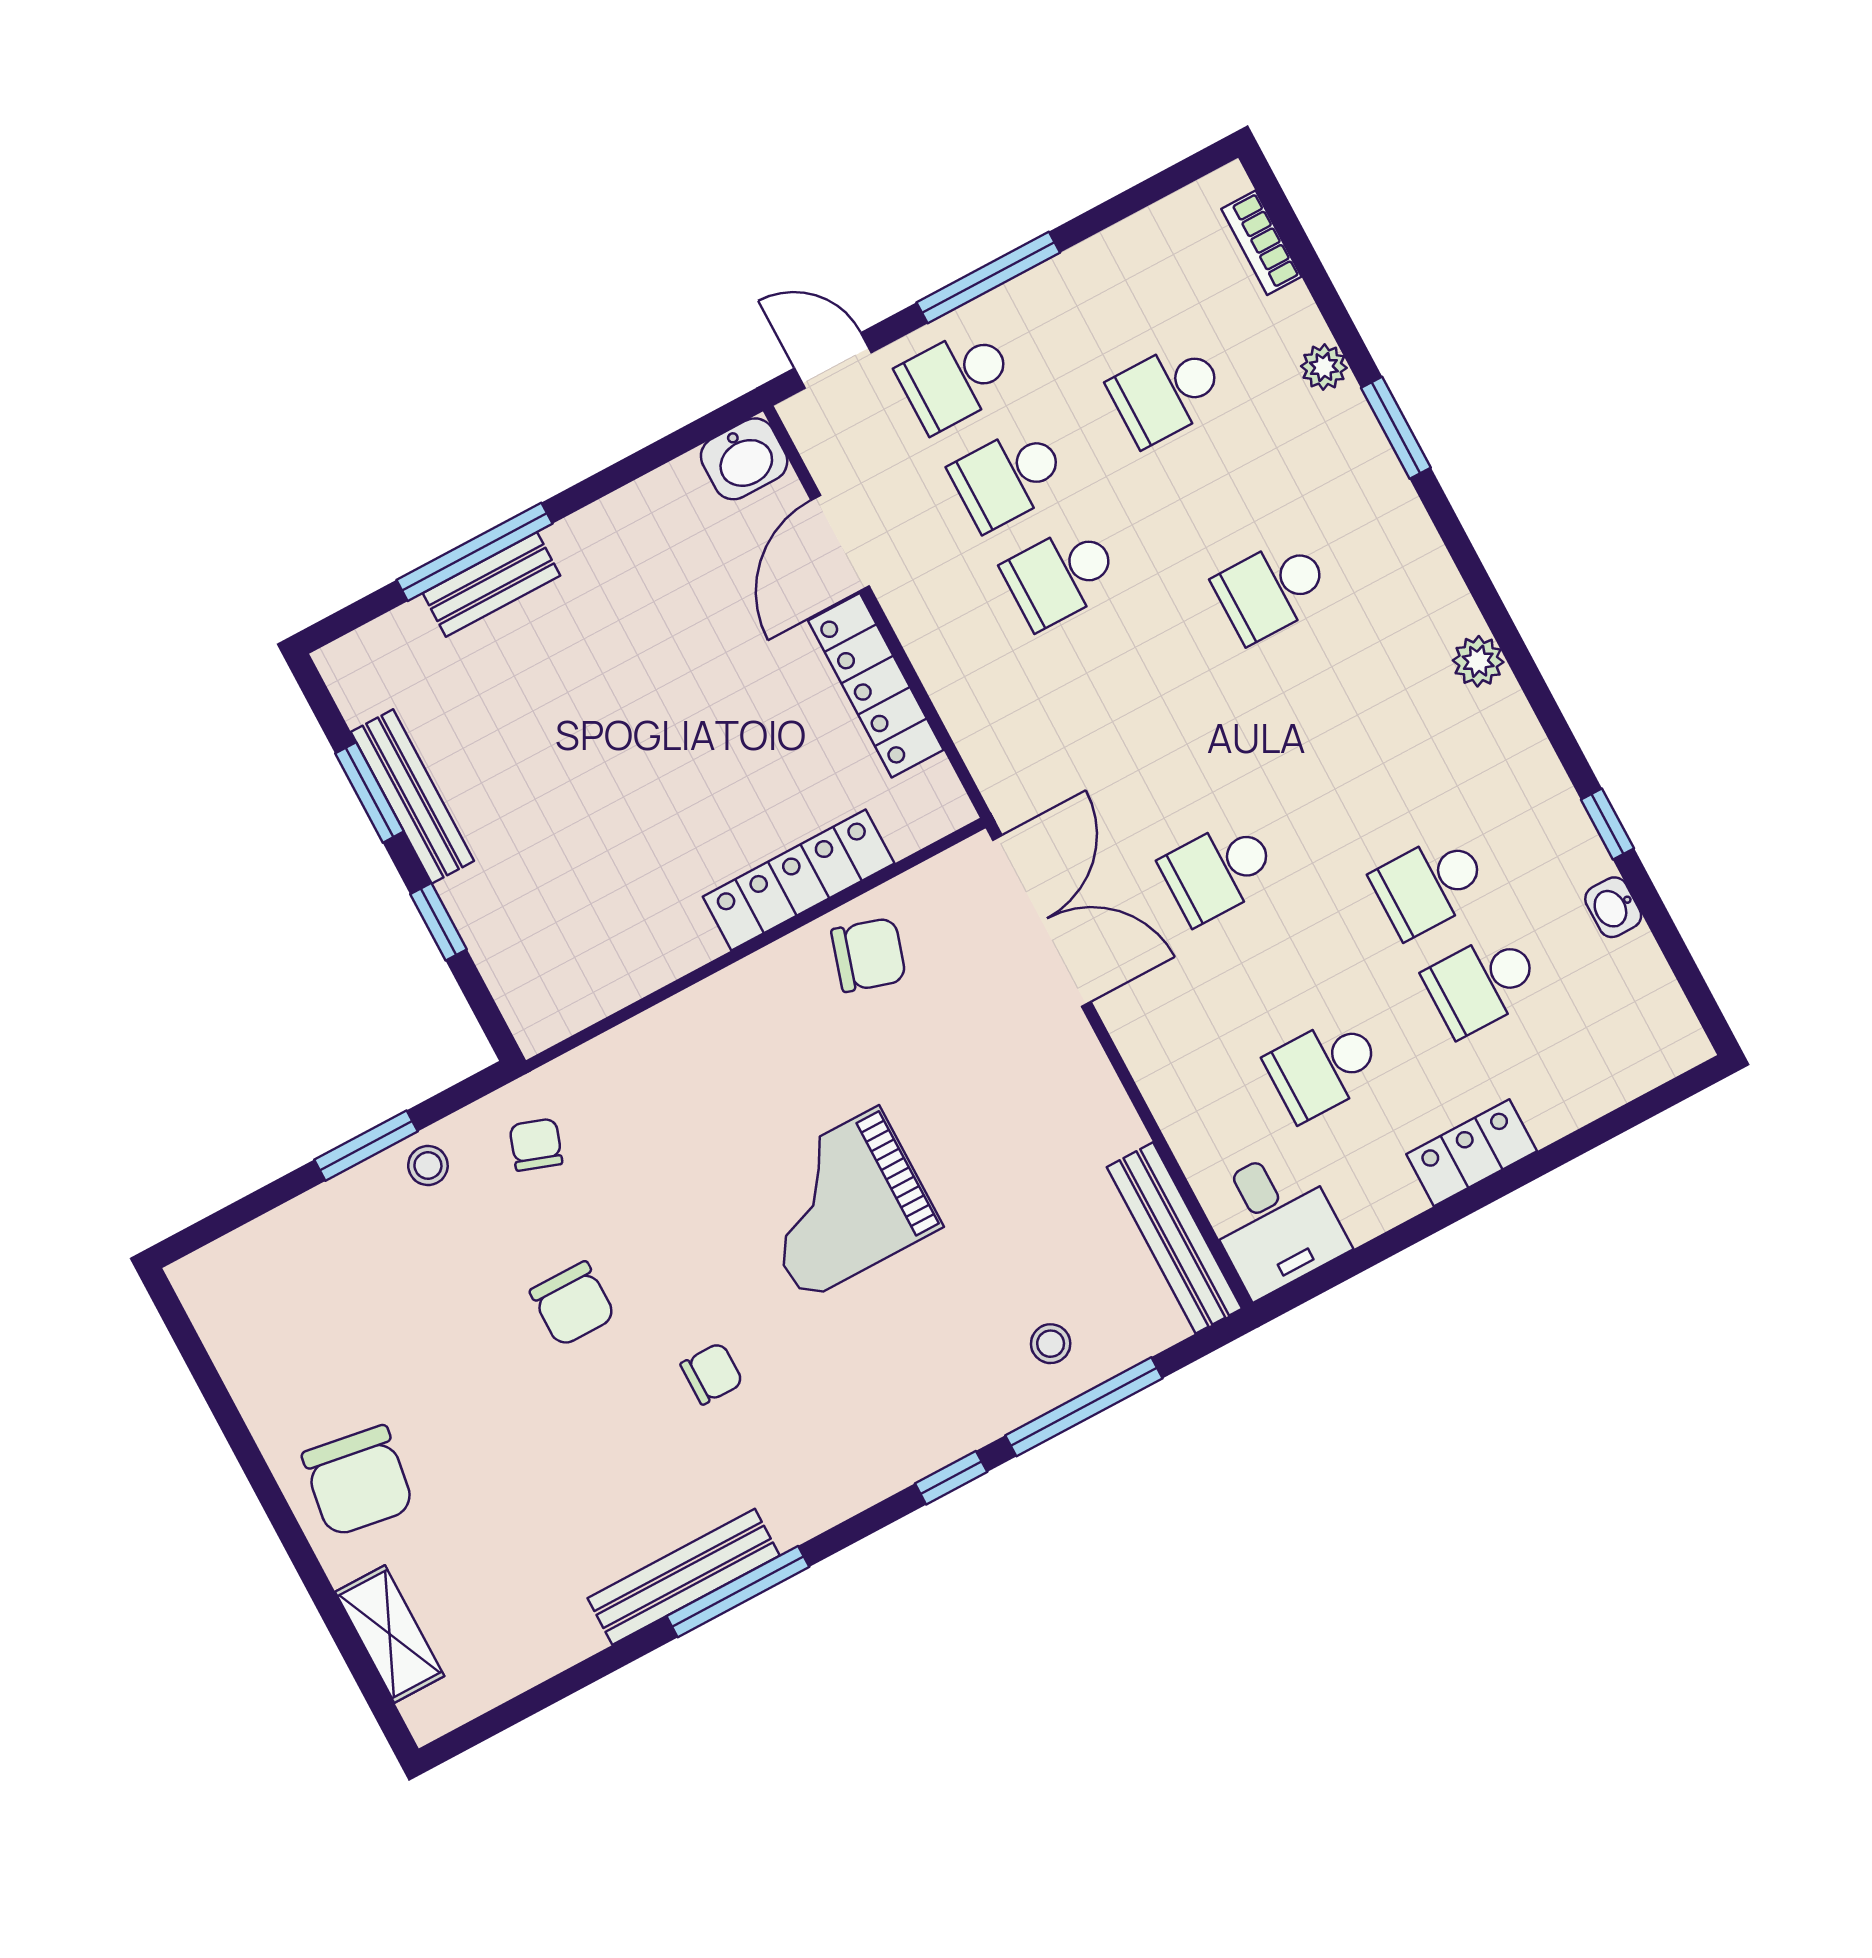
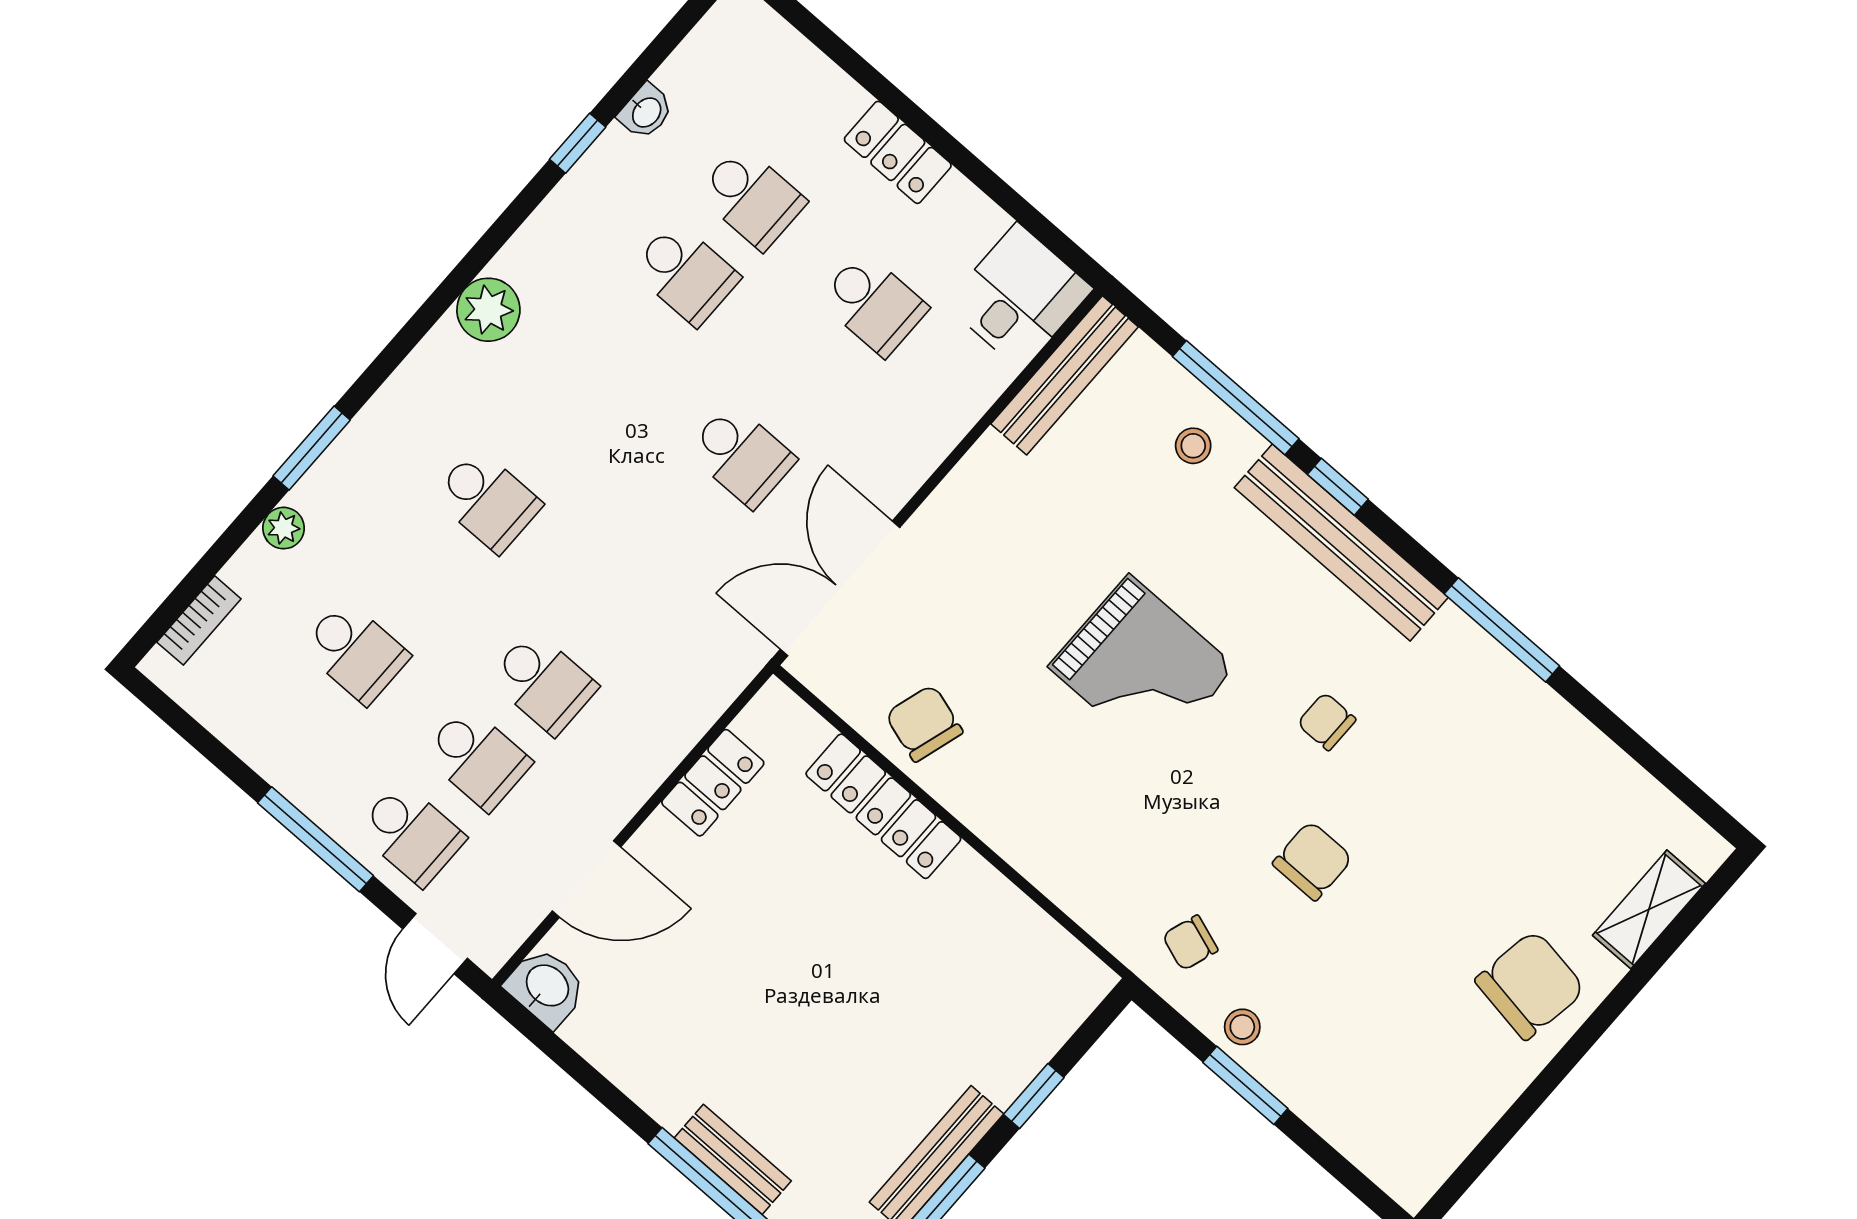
plant: (1478, 661) -> (488, 310), width x1.38, depth x1.38
locker: (876, 685) -> (713, 783), width x0.66
bench: (684, 1577) -> (1341, 543), moved, width x1.37, depth x1.21

